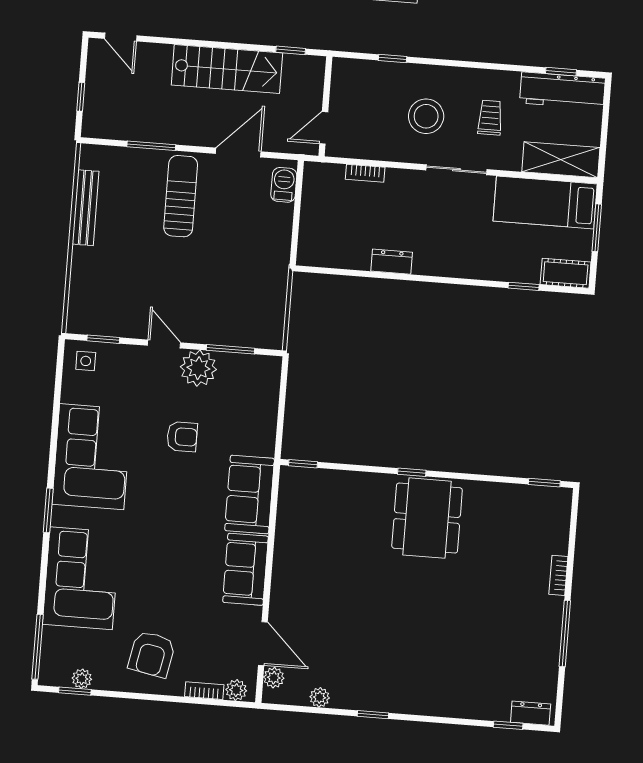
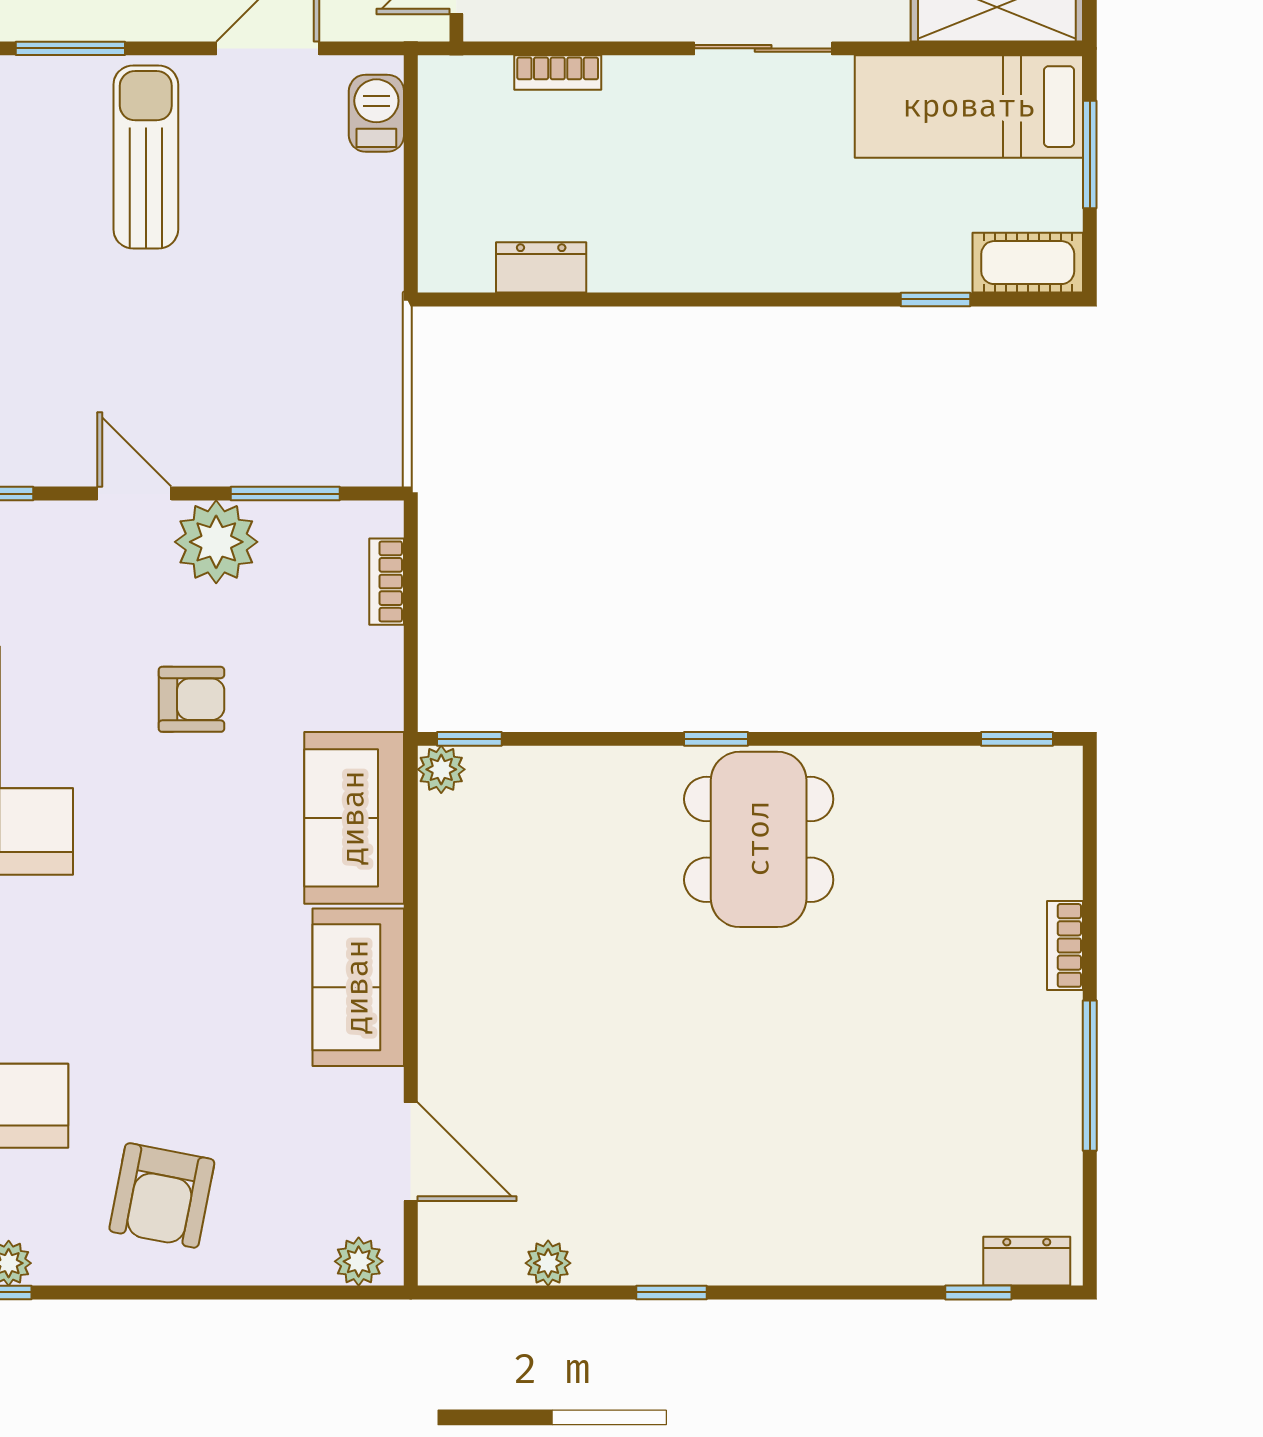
dresser: (392, 262) -> (541, 267), moved
plant: (274, 678) -> (441, 769), moved
bookcase: (204, 691) -> (387, 582), moved, turned -90

